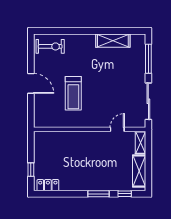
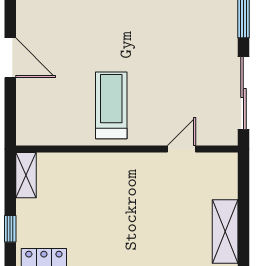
treadmill: (73, 93) -> (111, 105), moved, turned 180
shelving: (140, 143) -> (26, 175), moved

